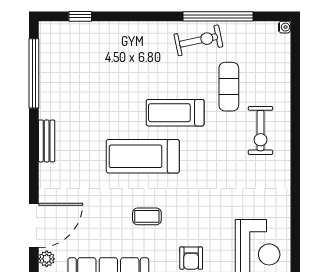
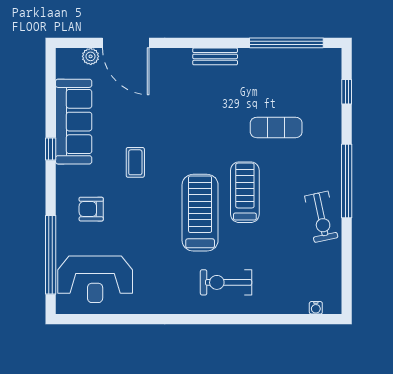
window: (218, 16) -> (347, 181), moved
water cooler: (285, 27) -> (316, 308), moved
exercise mat: (229, 87) -> (276, 127), moved
treadmill: (143, 156) -> (200, 213), moved

